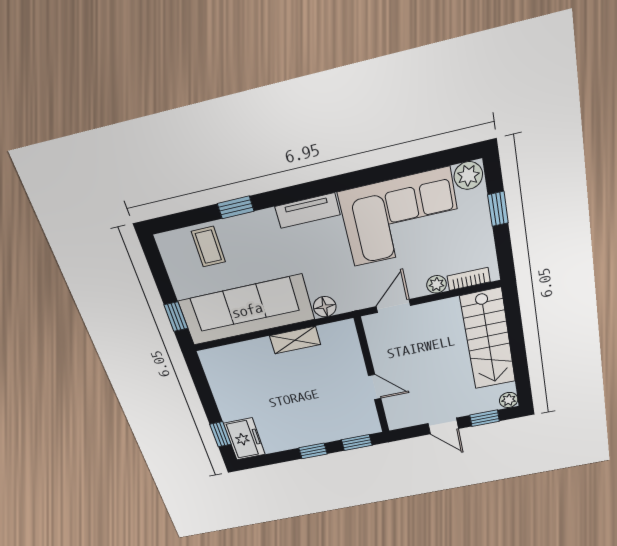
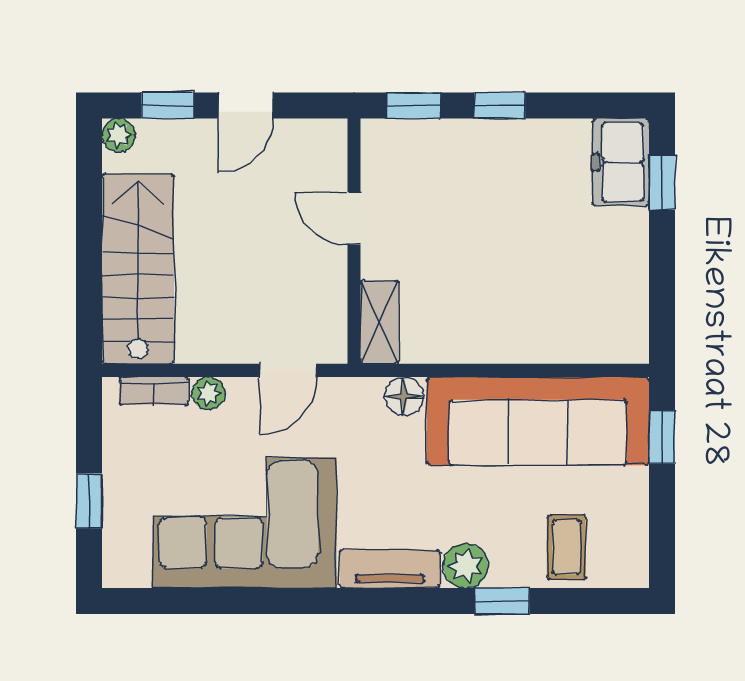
plant: (468, 175) -> (466, 566), moved
shelving: (295, 340) -> (379, 322), moved, turned 90
door: (443, 426) -> (246, 105), swing flipped

